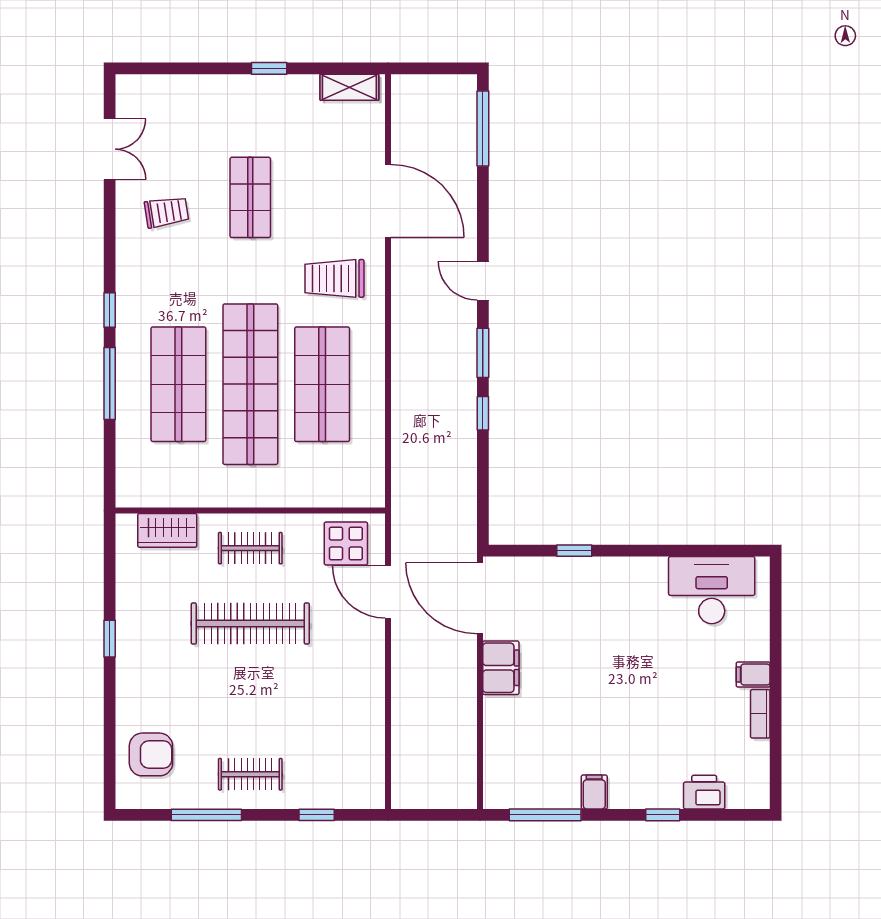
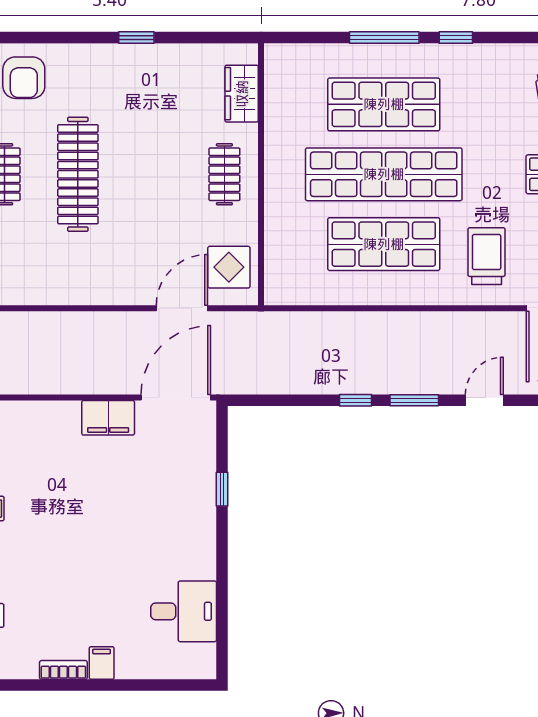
desk: (712, 590) -> (184, 611), width x0.73
clothes rail: (250, 624) -> (78, 174), moved

